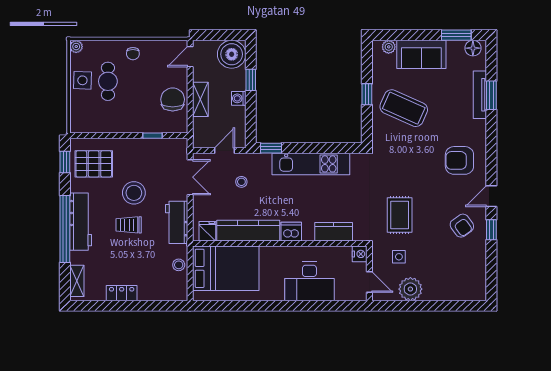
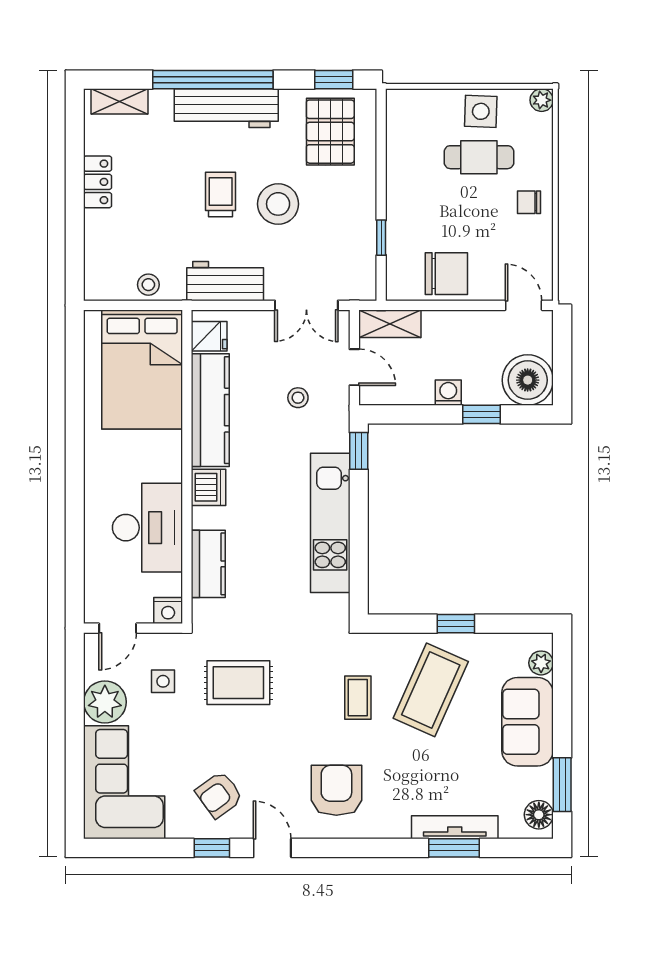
shelving: (200, 99) -> (390, 324), moved
coffee table: (408, 149) -> (358, 698), added
corner sofa: (455, 278) -> (124, 782), added
desk: (309, 281) -> (147, 528), moved, turned 180

